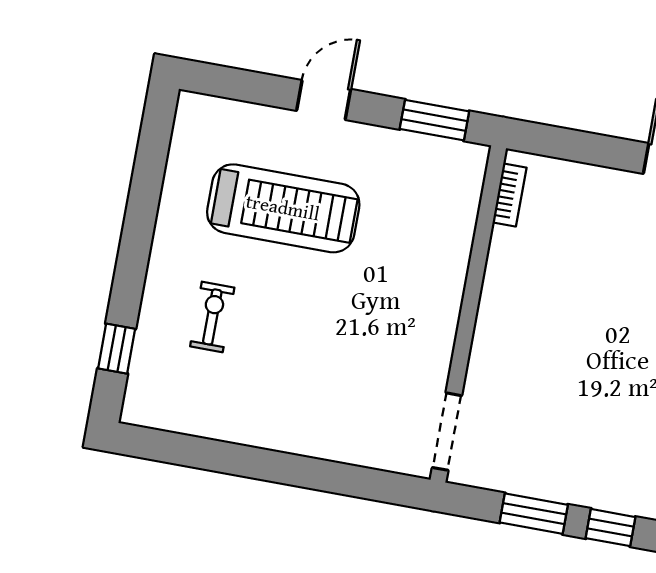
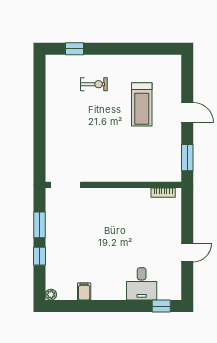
treadmill: (283, 208) -> (142, 104), width x0.73, depth x0.73

